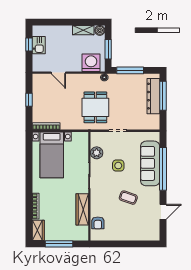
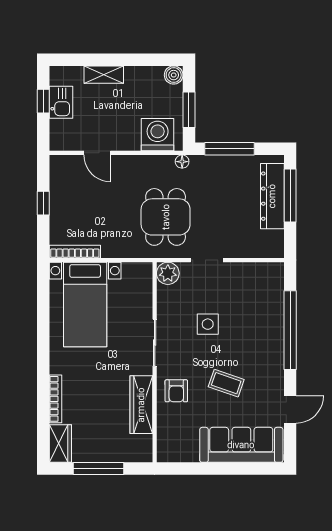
shelving: (83, 30) -> (104, 75), moved
plant: (97, 153) -> (168, 273), moved
sofa: (150, 163) -> (241, 445), moved, turned 90
armchair: (98, 223) -> (176, 391), moved

